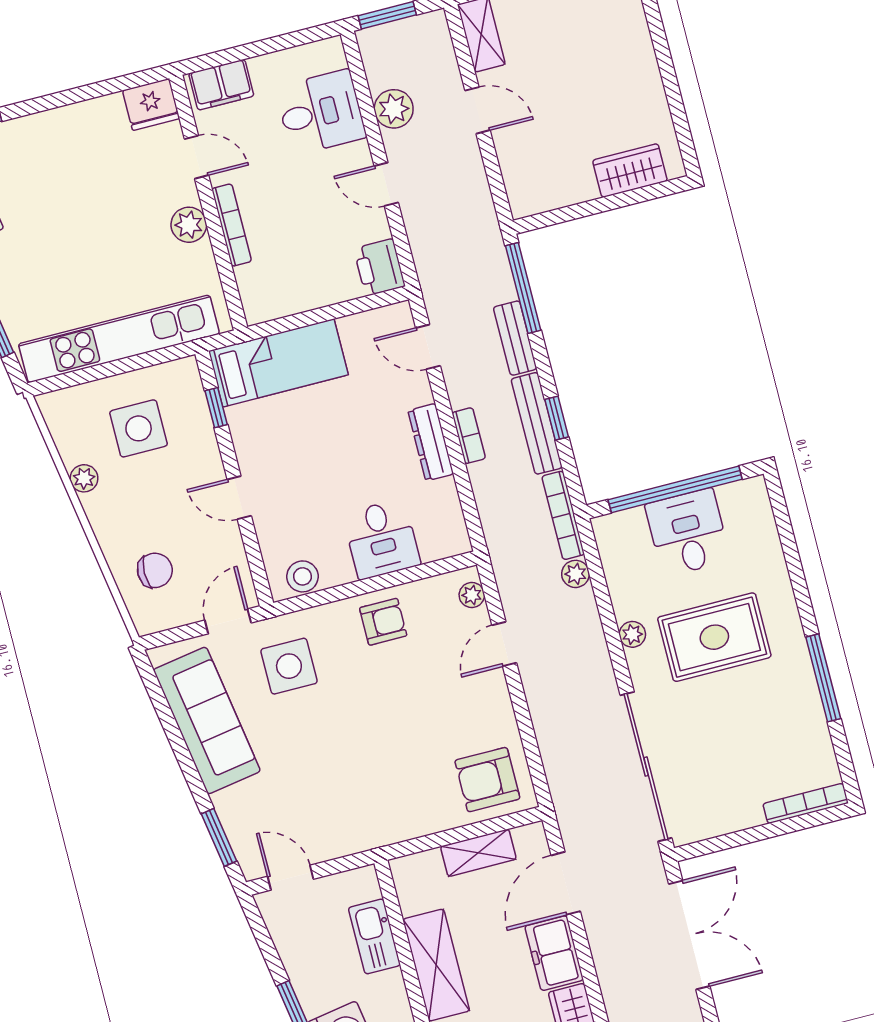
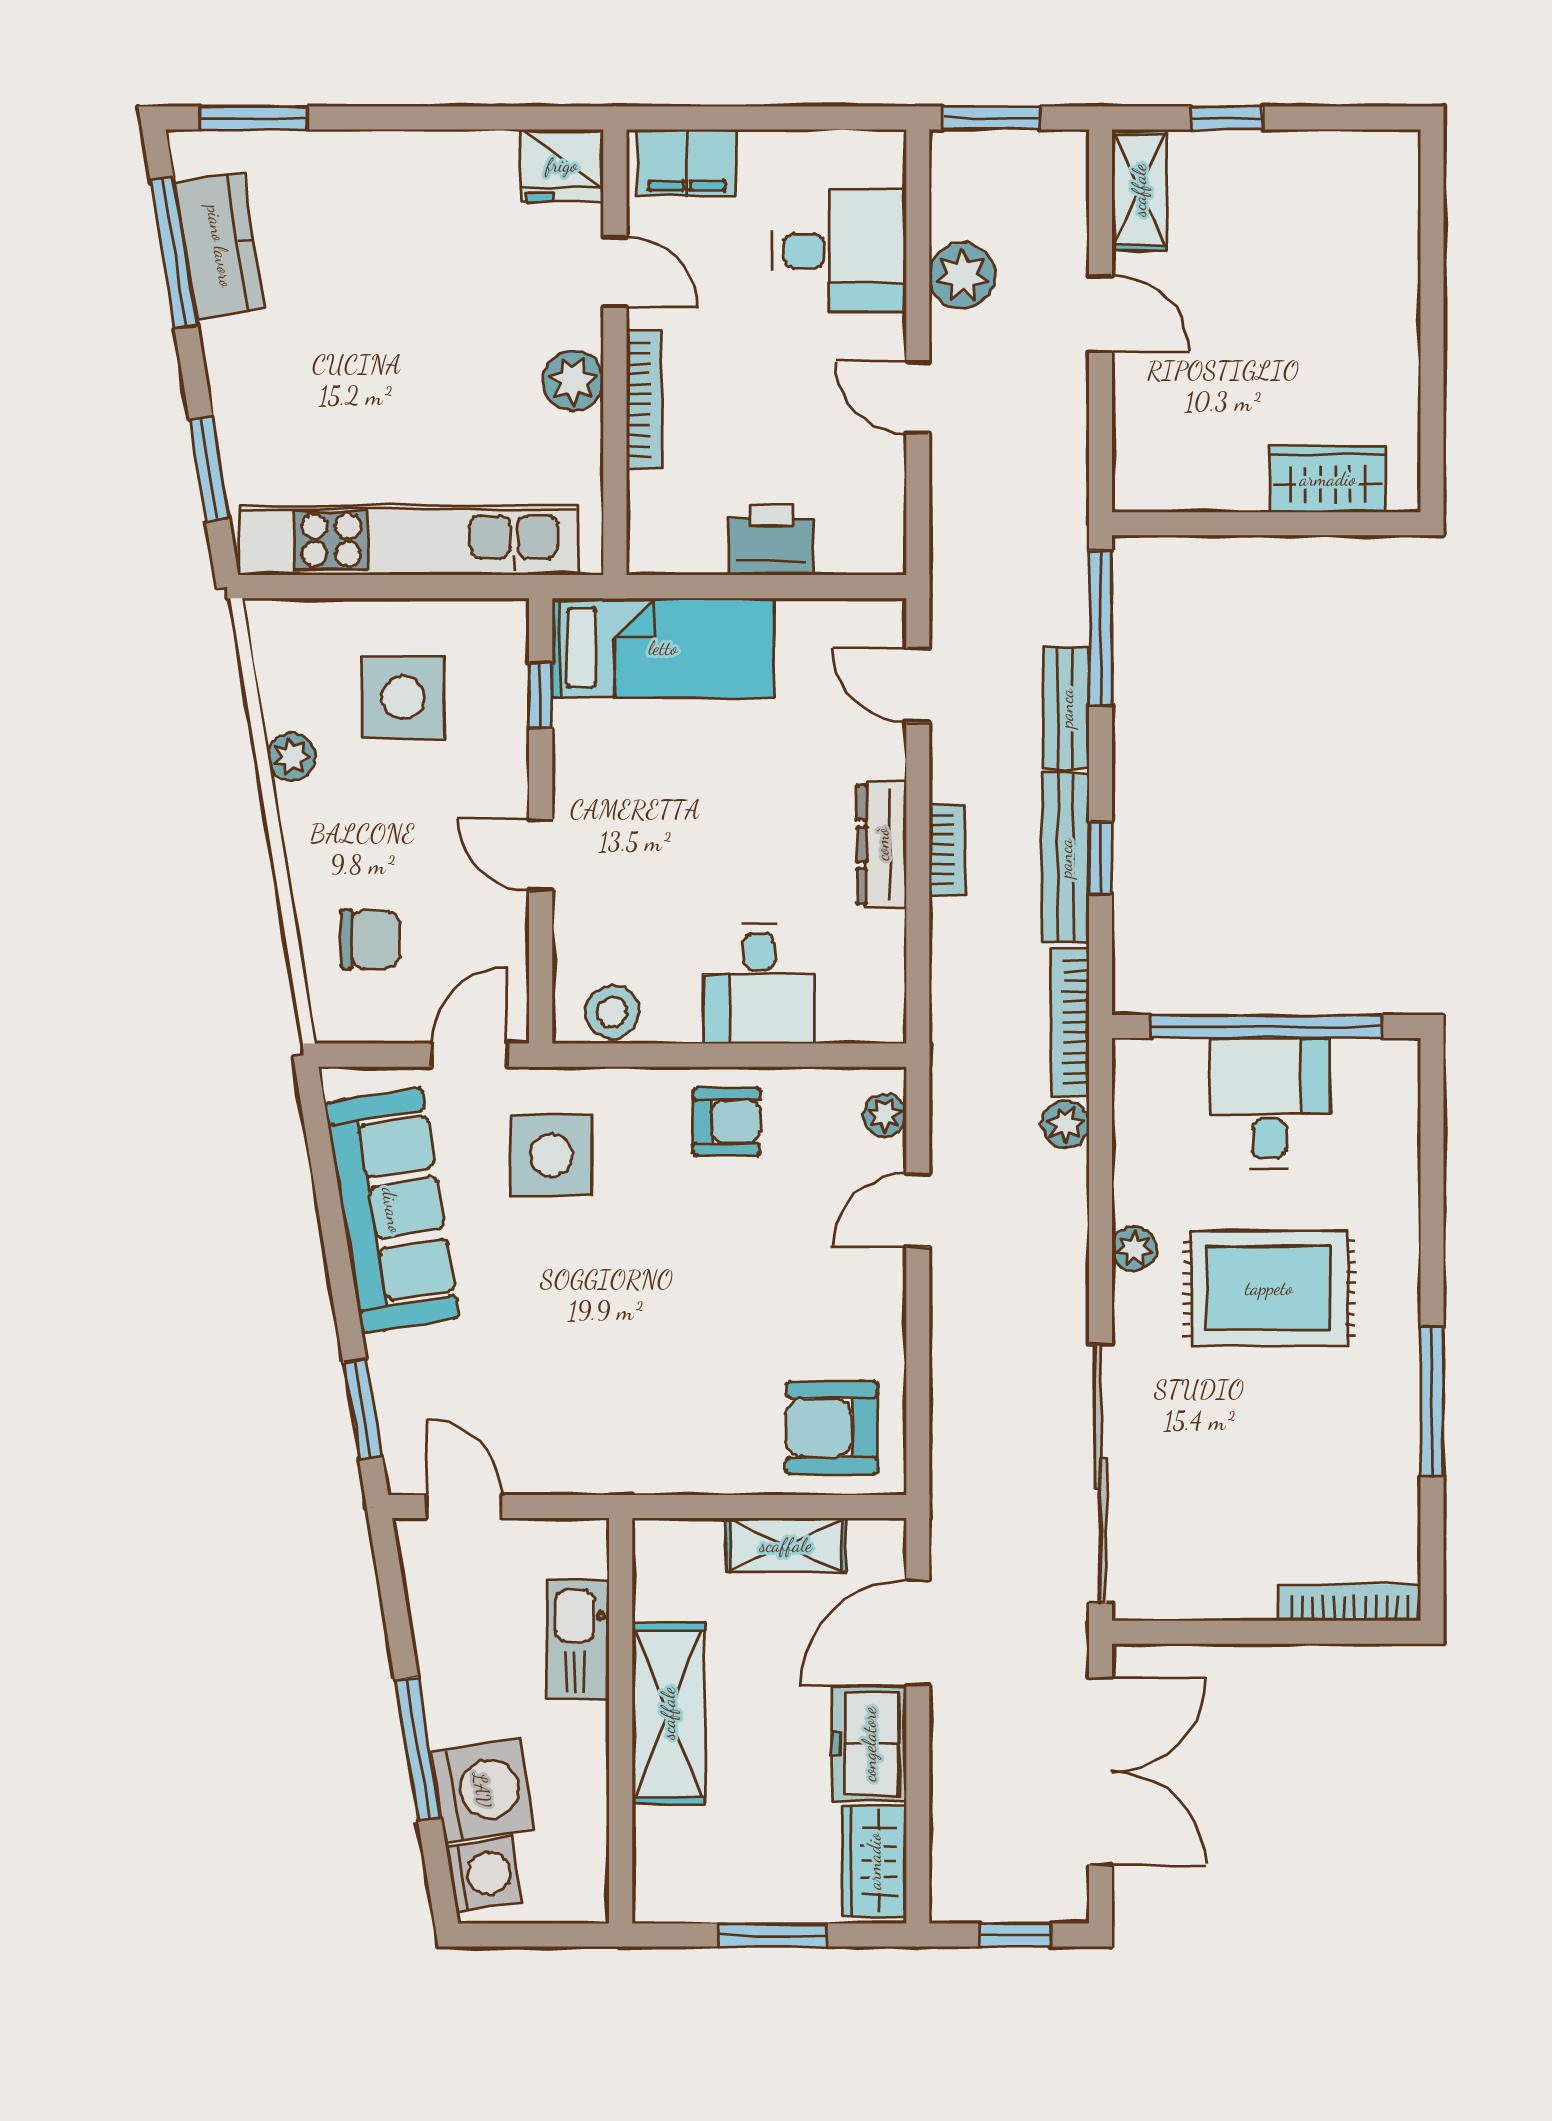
printer: (379, 267) -> (771, 540), moved, turned 90

